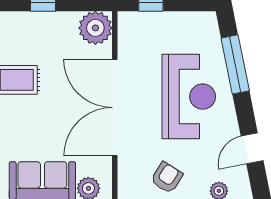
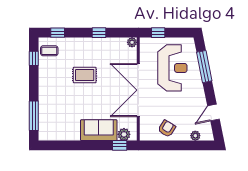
plant: (95, 28) -> (132, 42), width x0.53, depth x0.53
reception desk: (189, 97) -> (172, 68), moved

